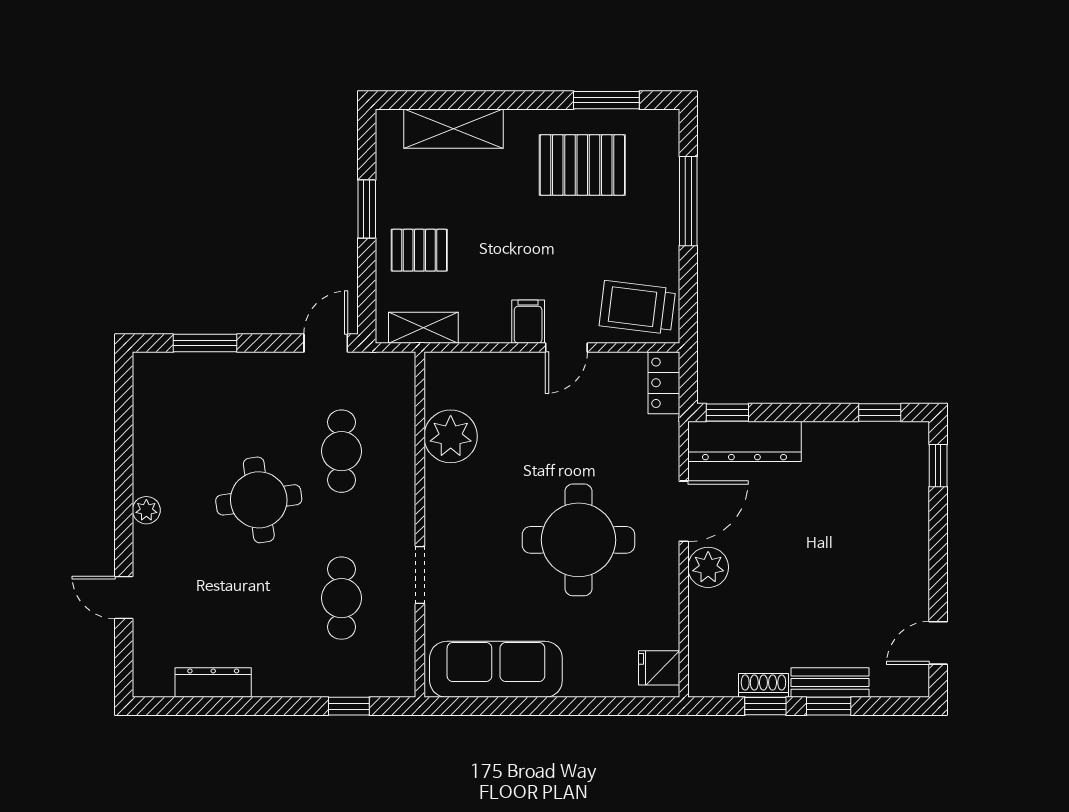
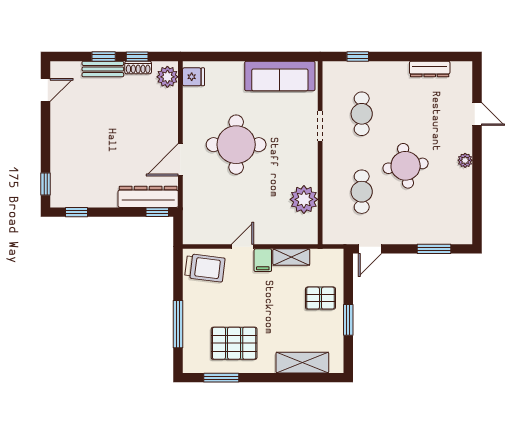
shelving: (423, 328) -> (291, 257), moved
locker: (664, 383) -> (191, 228), removed
plant: (708, 567) -> (167, 77), moved

